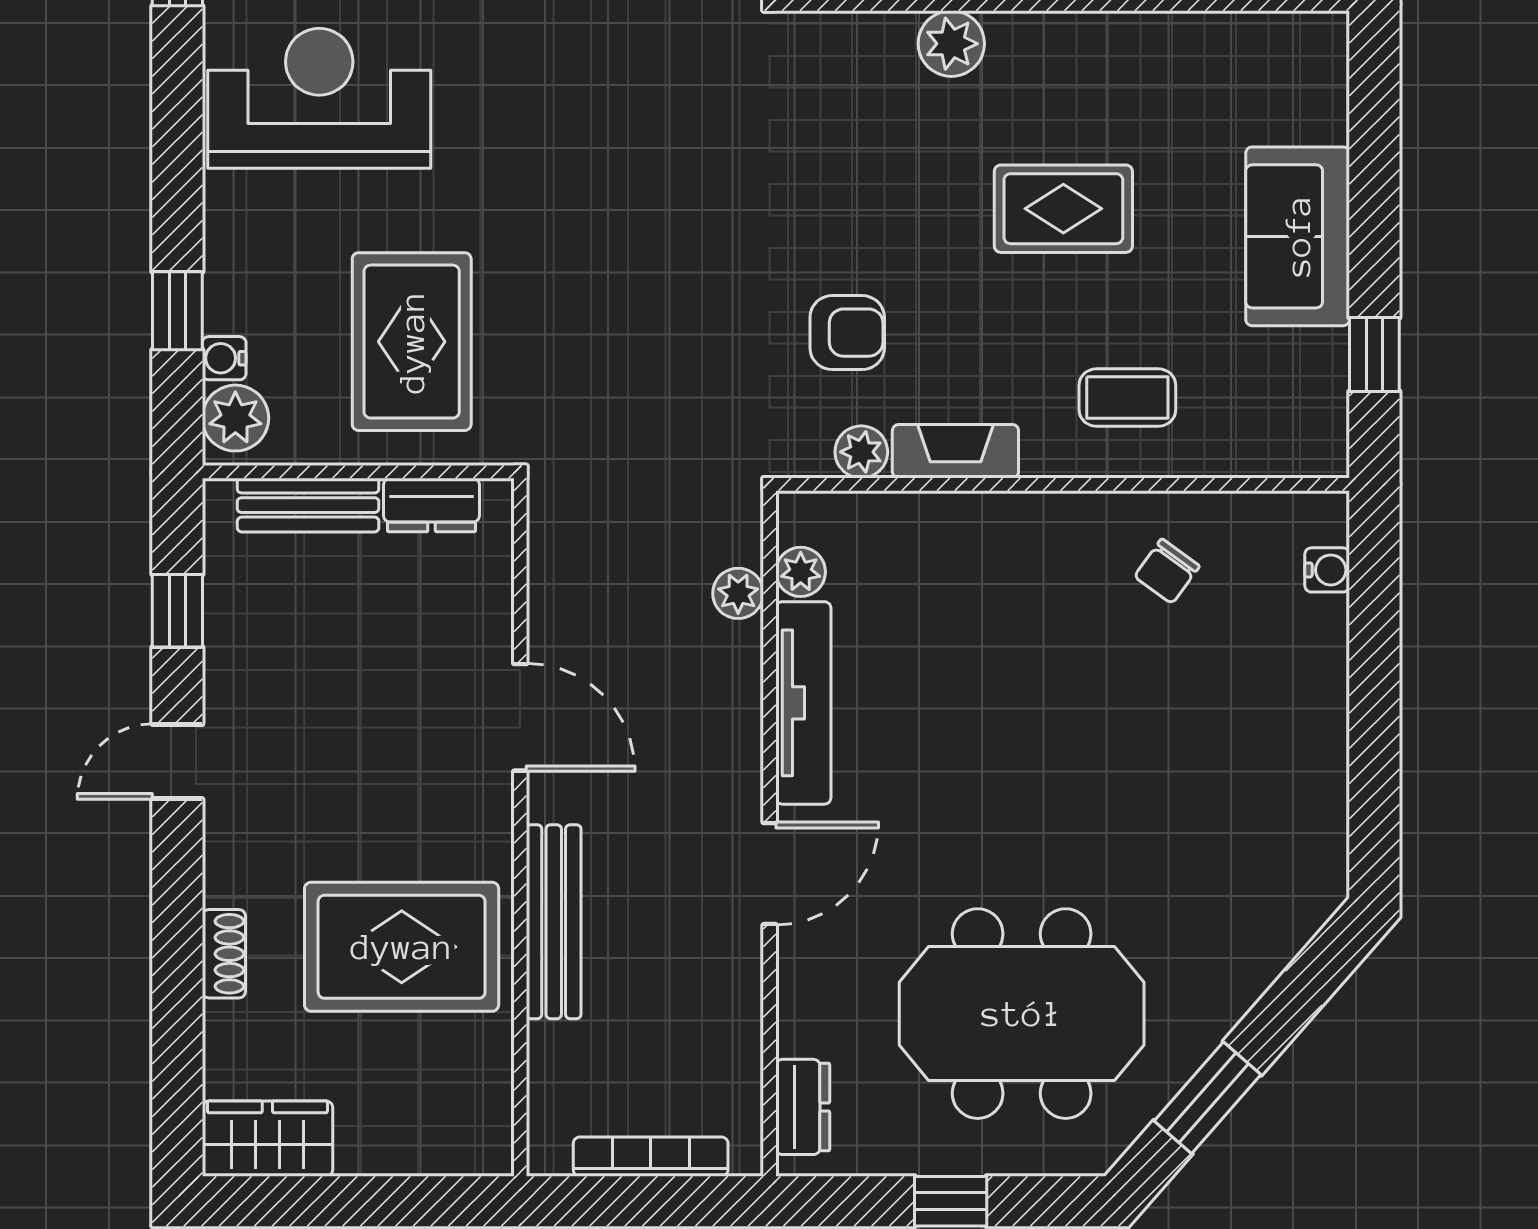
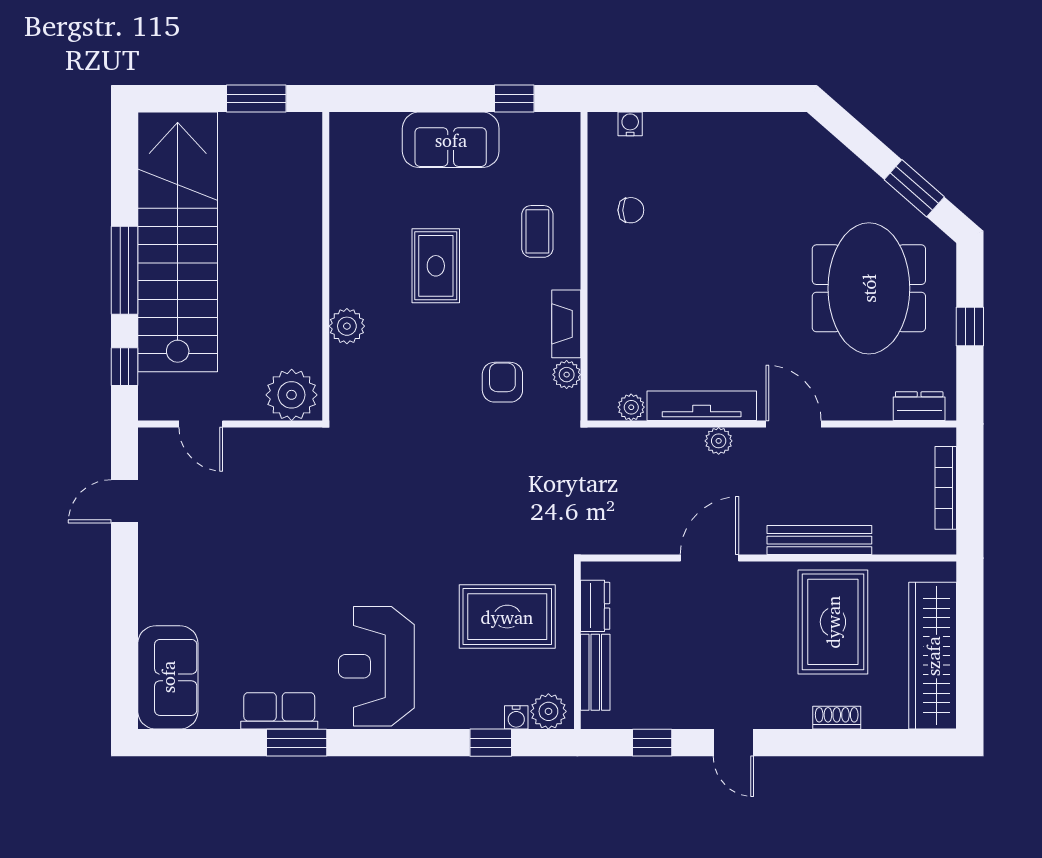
chair: (1167, 571) -> (631, 210), turned -36
plant: (738, 593) -> (719, 441), moved
wardrobe: (267, 1139) -> (933, 656), width x2.10, depth x1.17

